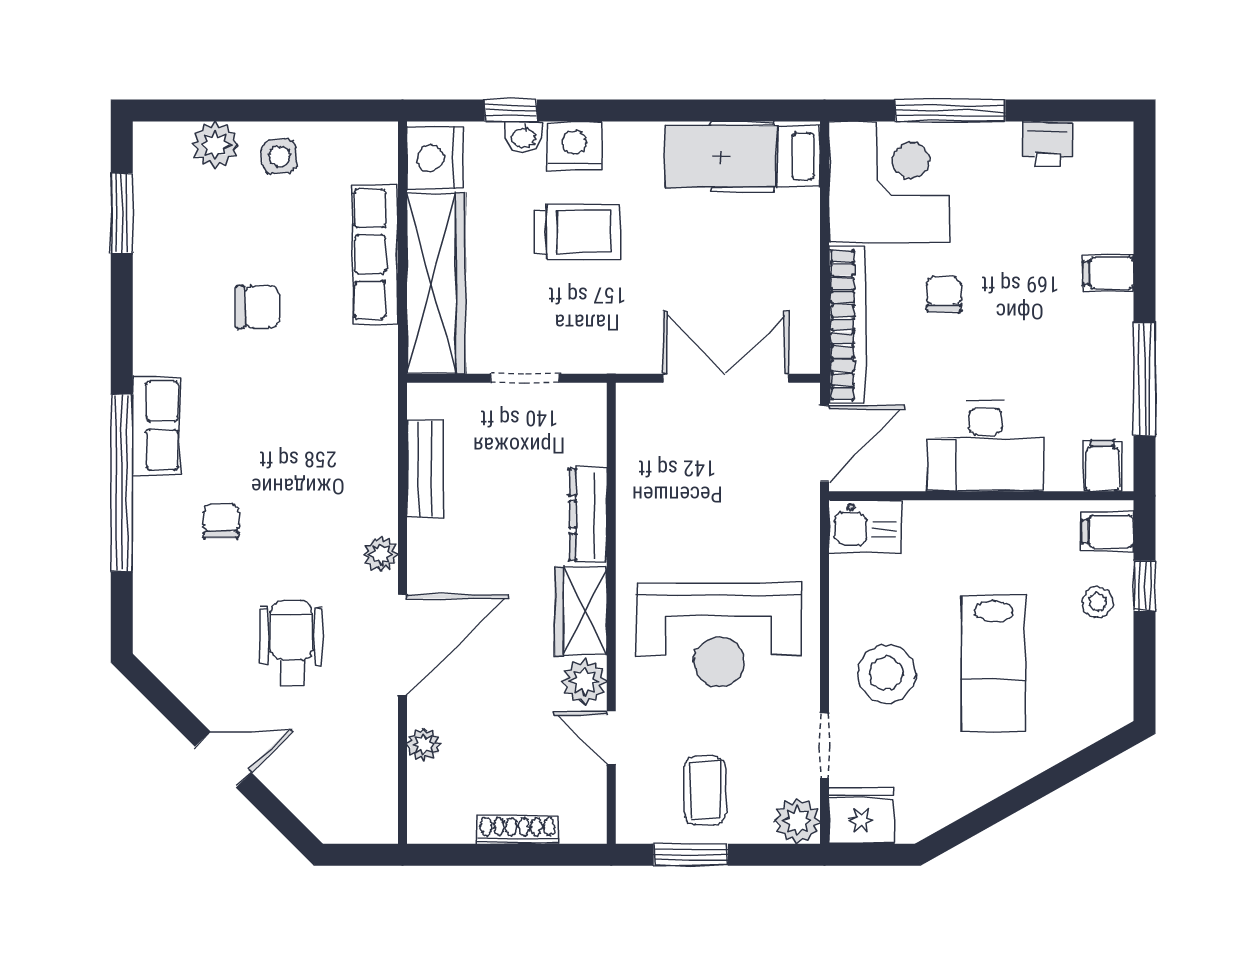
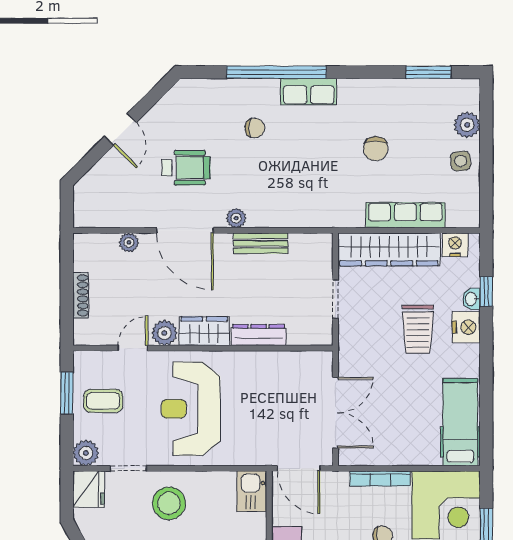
nightstand: (435, 158) -> (455, 245), width x0.74, depth x0.75
bookcase: (847, 325) -> (380, 478), width x0.68, depth x0.76
bench: (425, 469) -> (261, 243), moved

